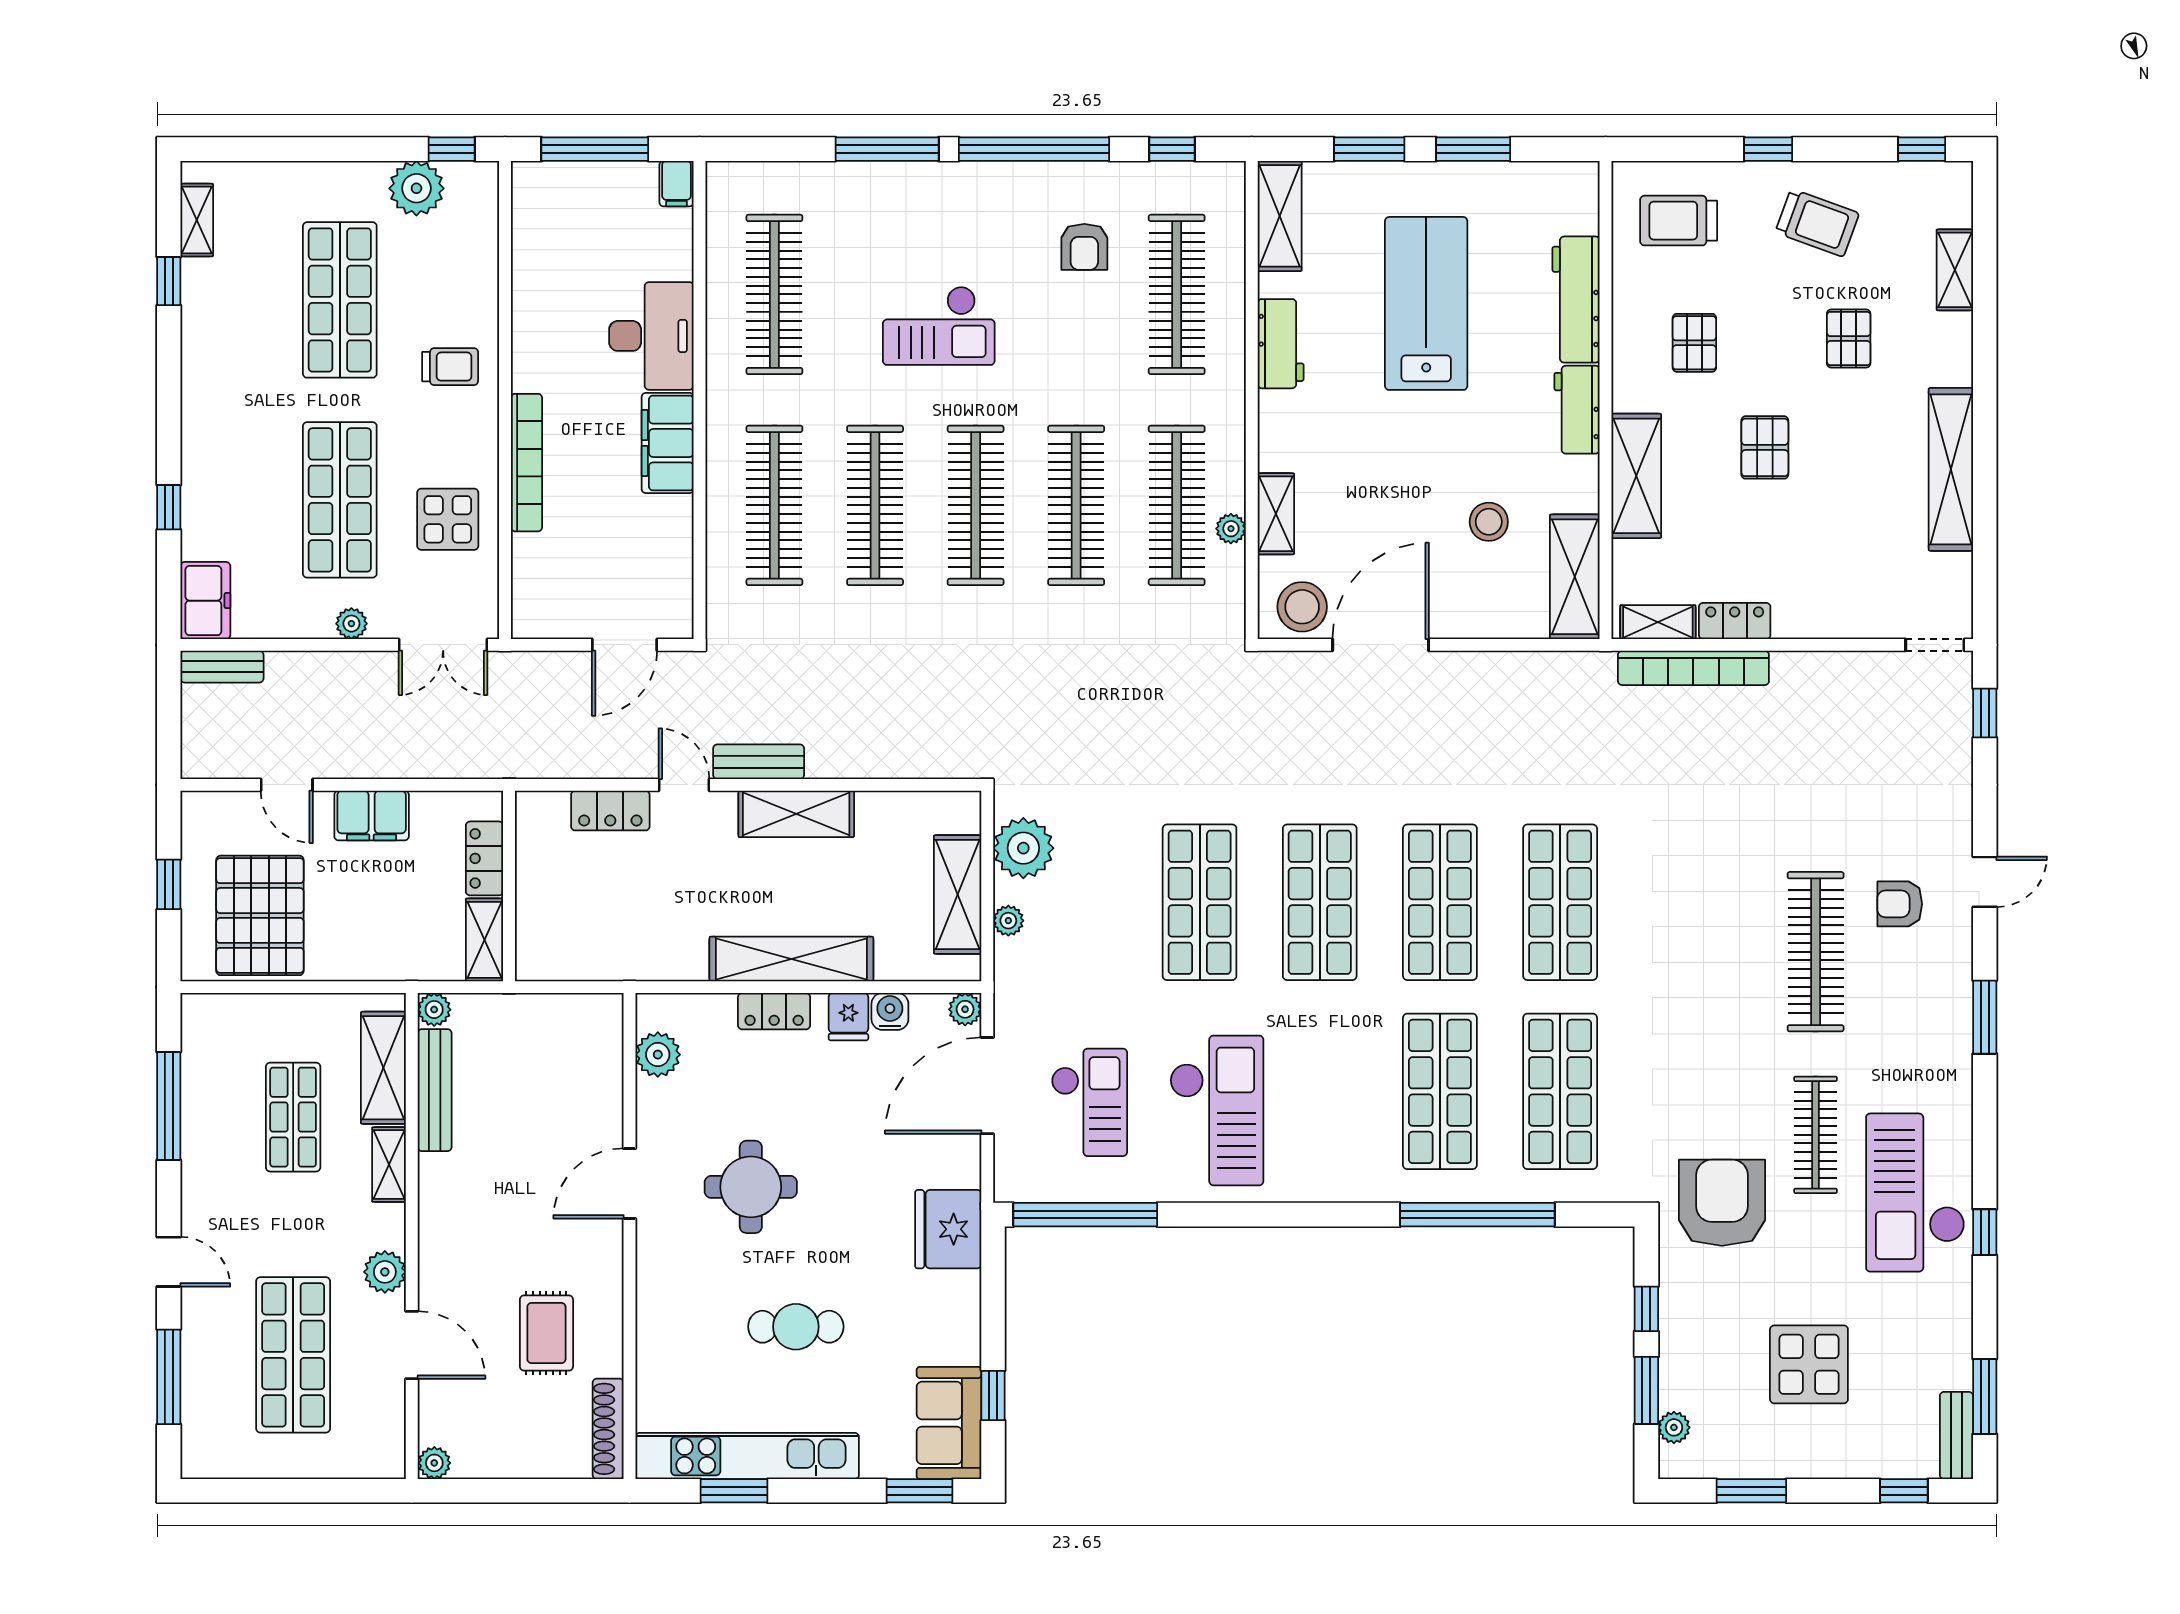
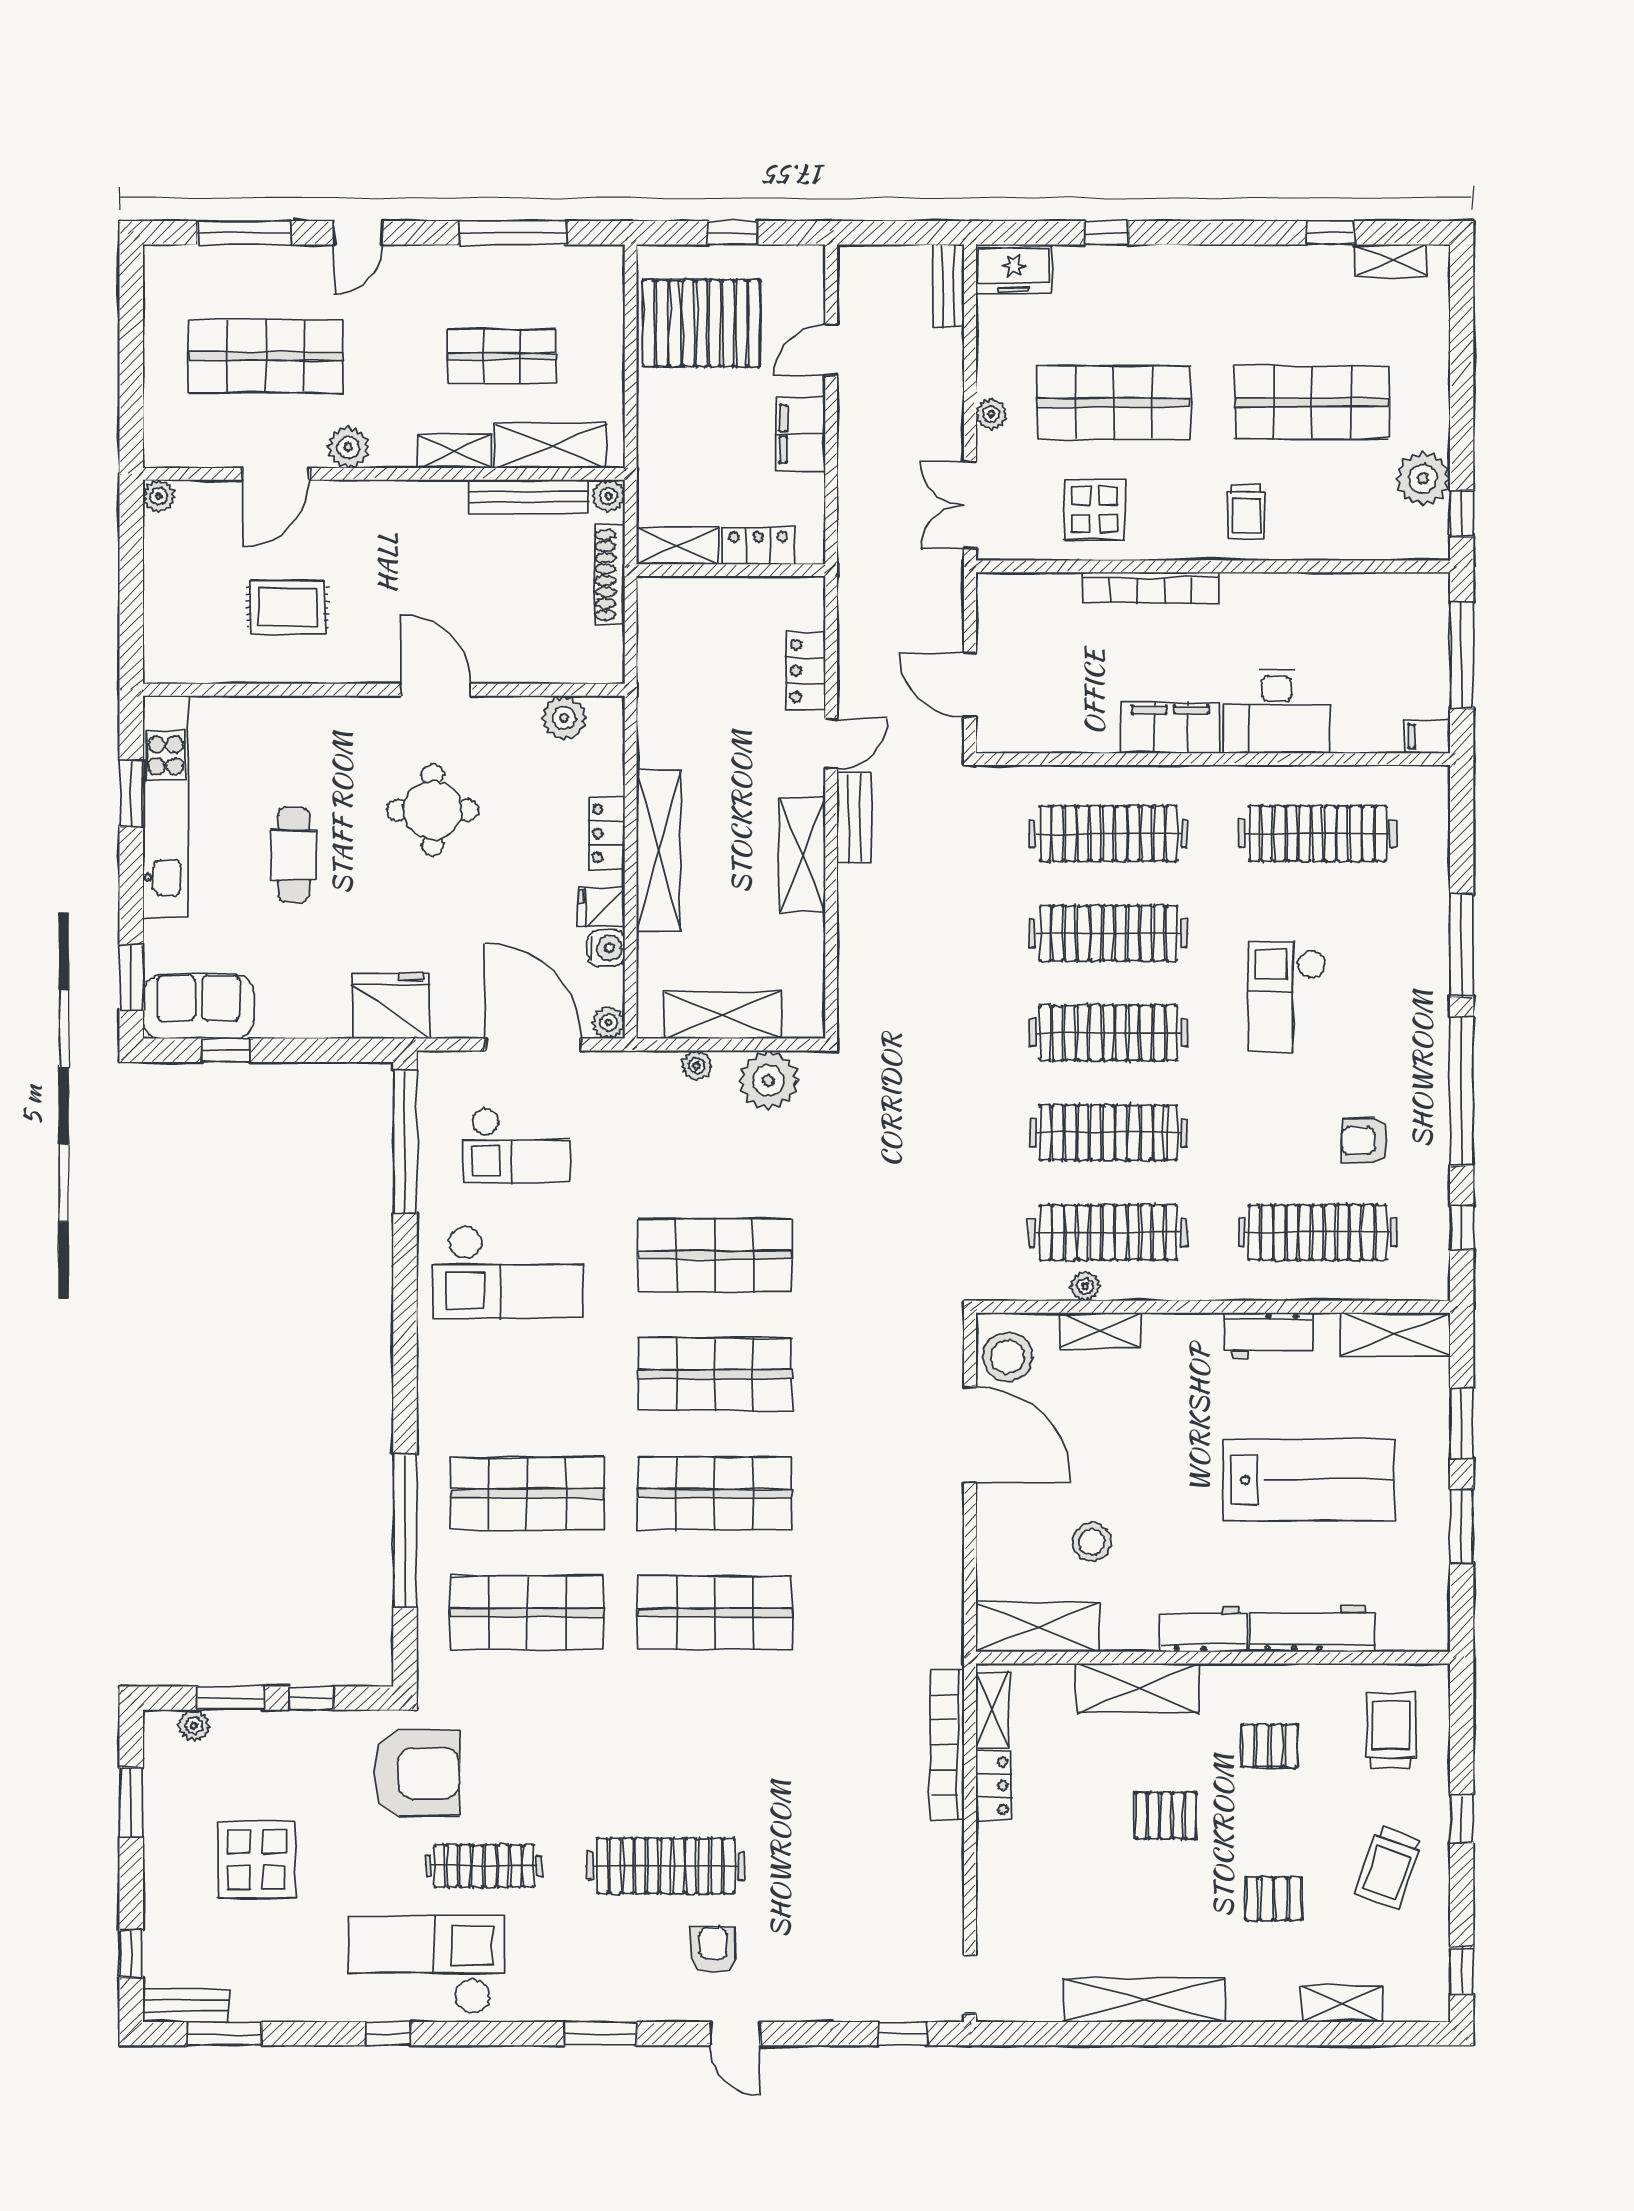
shoe rack: (608, 1429) -> (609, 575), moved, turned -90

